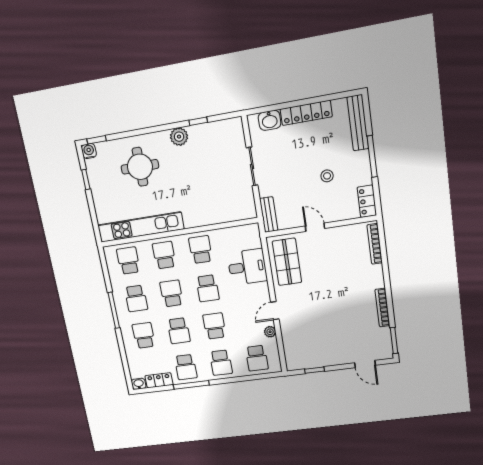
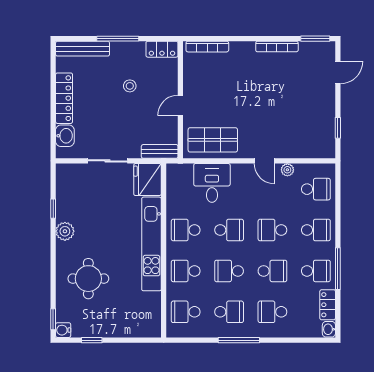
fridge: (241, 207) -> (148, 180), added
kitchen unit: (141, 227) -> (151, 244), moved

